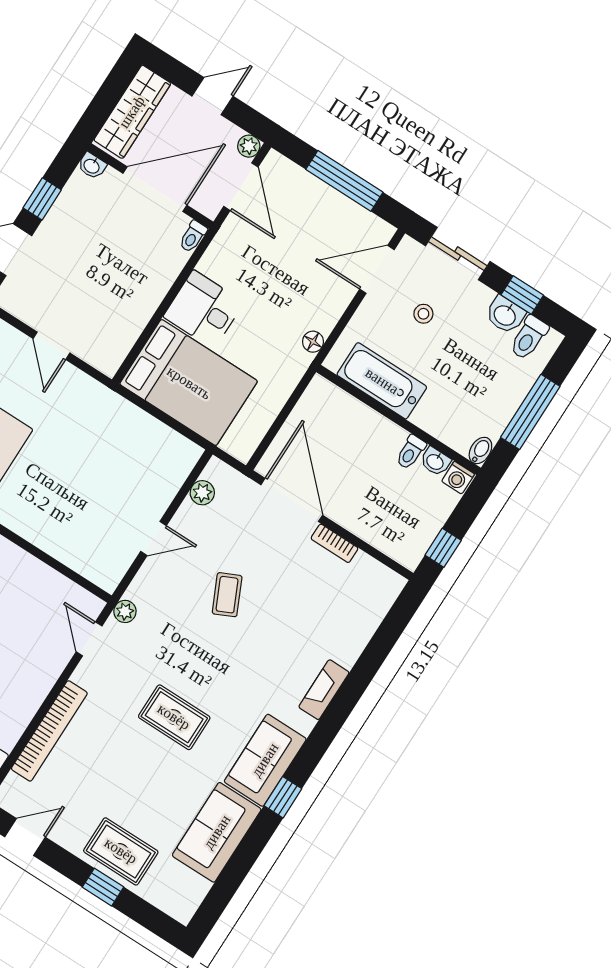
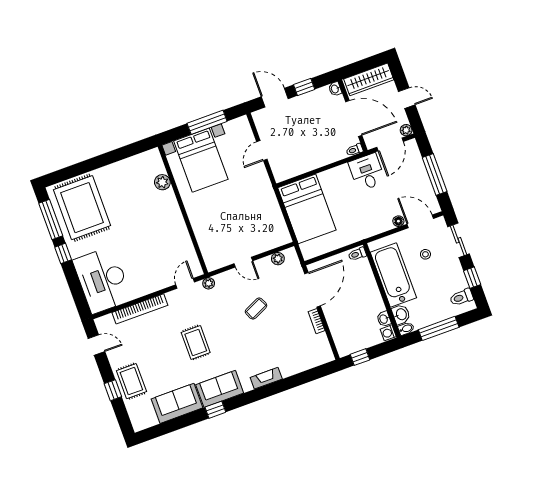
desk: (204, 309) -> (367, 172), moved
washbasin: (505, 315) -> (401, 314), moved, turned 180
floor lamp: (313, 342) -> (398, 221), moved
bathtub: (382, 381) -> (393, 275), width x1.36, depth x1.36
toilet: (411, 452) -> (357, 254), moved

